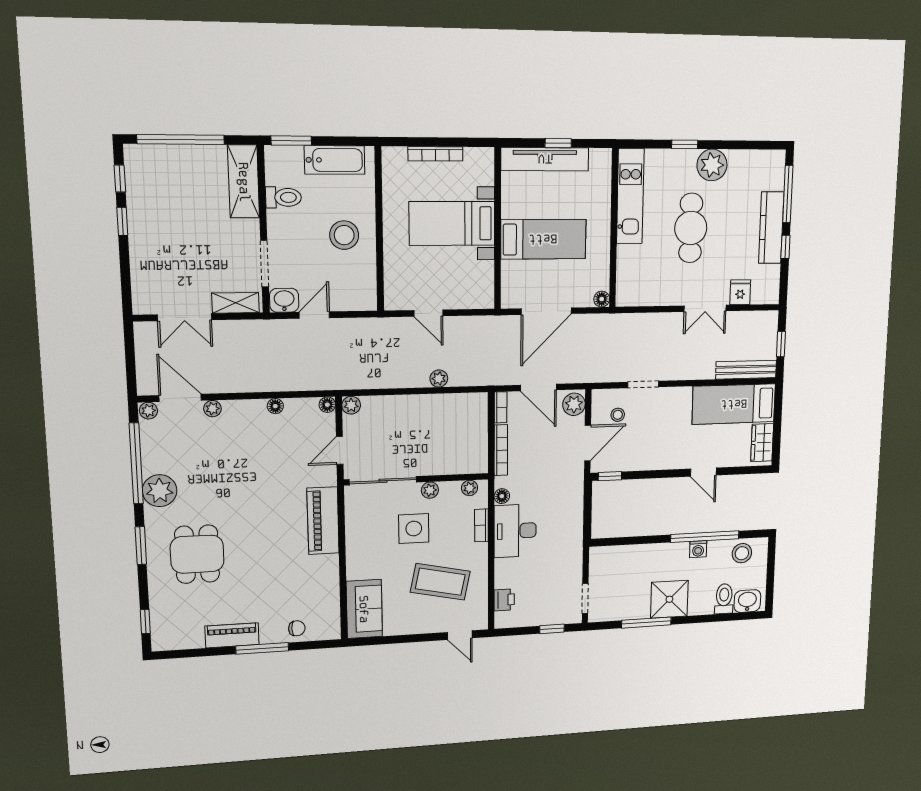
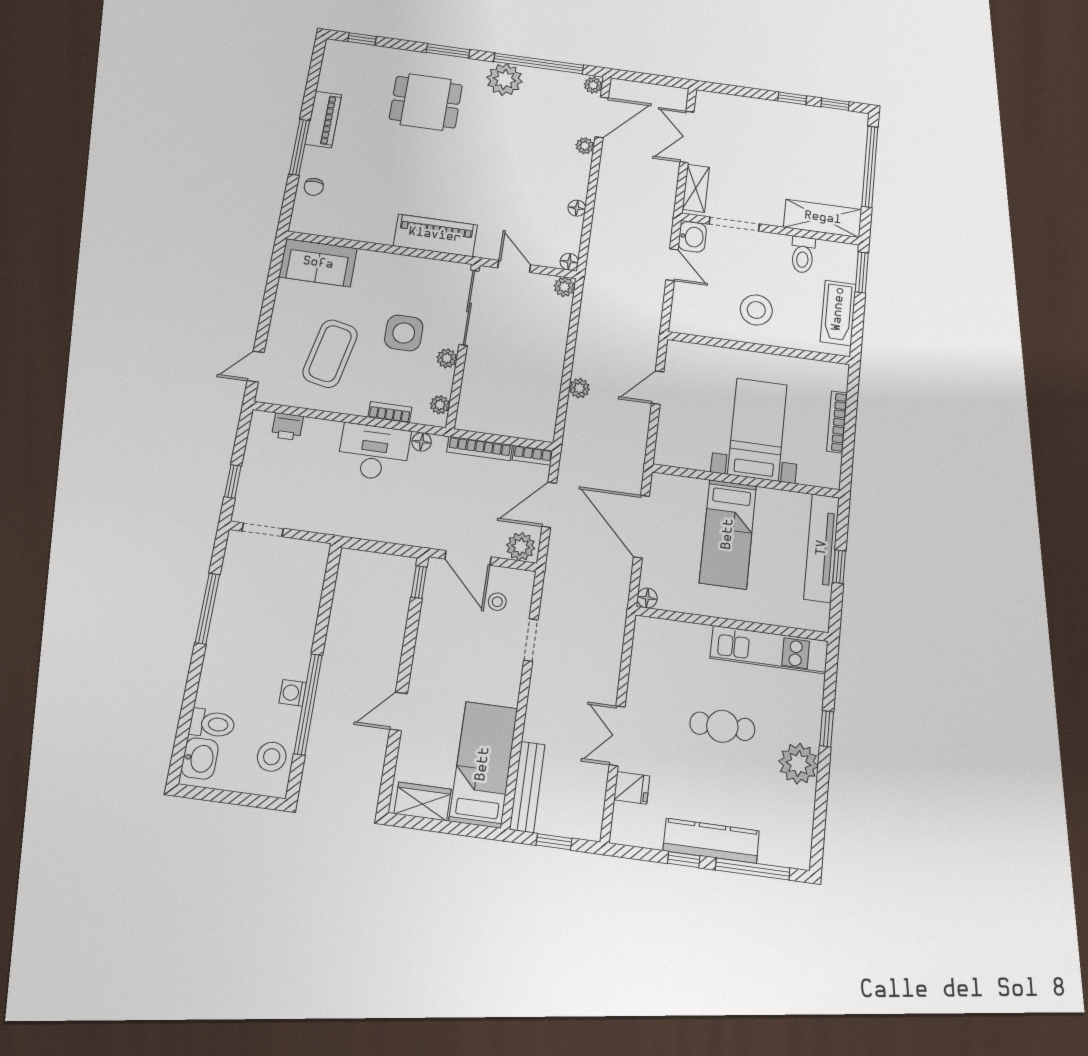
cafe table: (691, 228) -> (722, 726), width x0.73, depth x0.74
shower: (669, 599) -> (232, 644), removed

